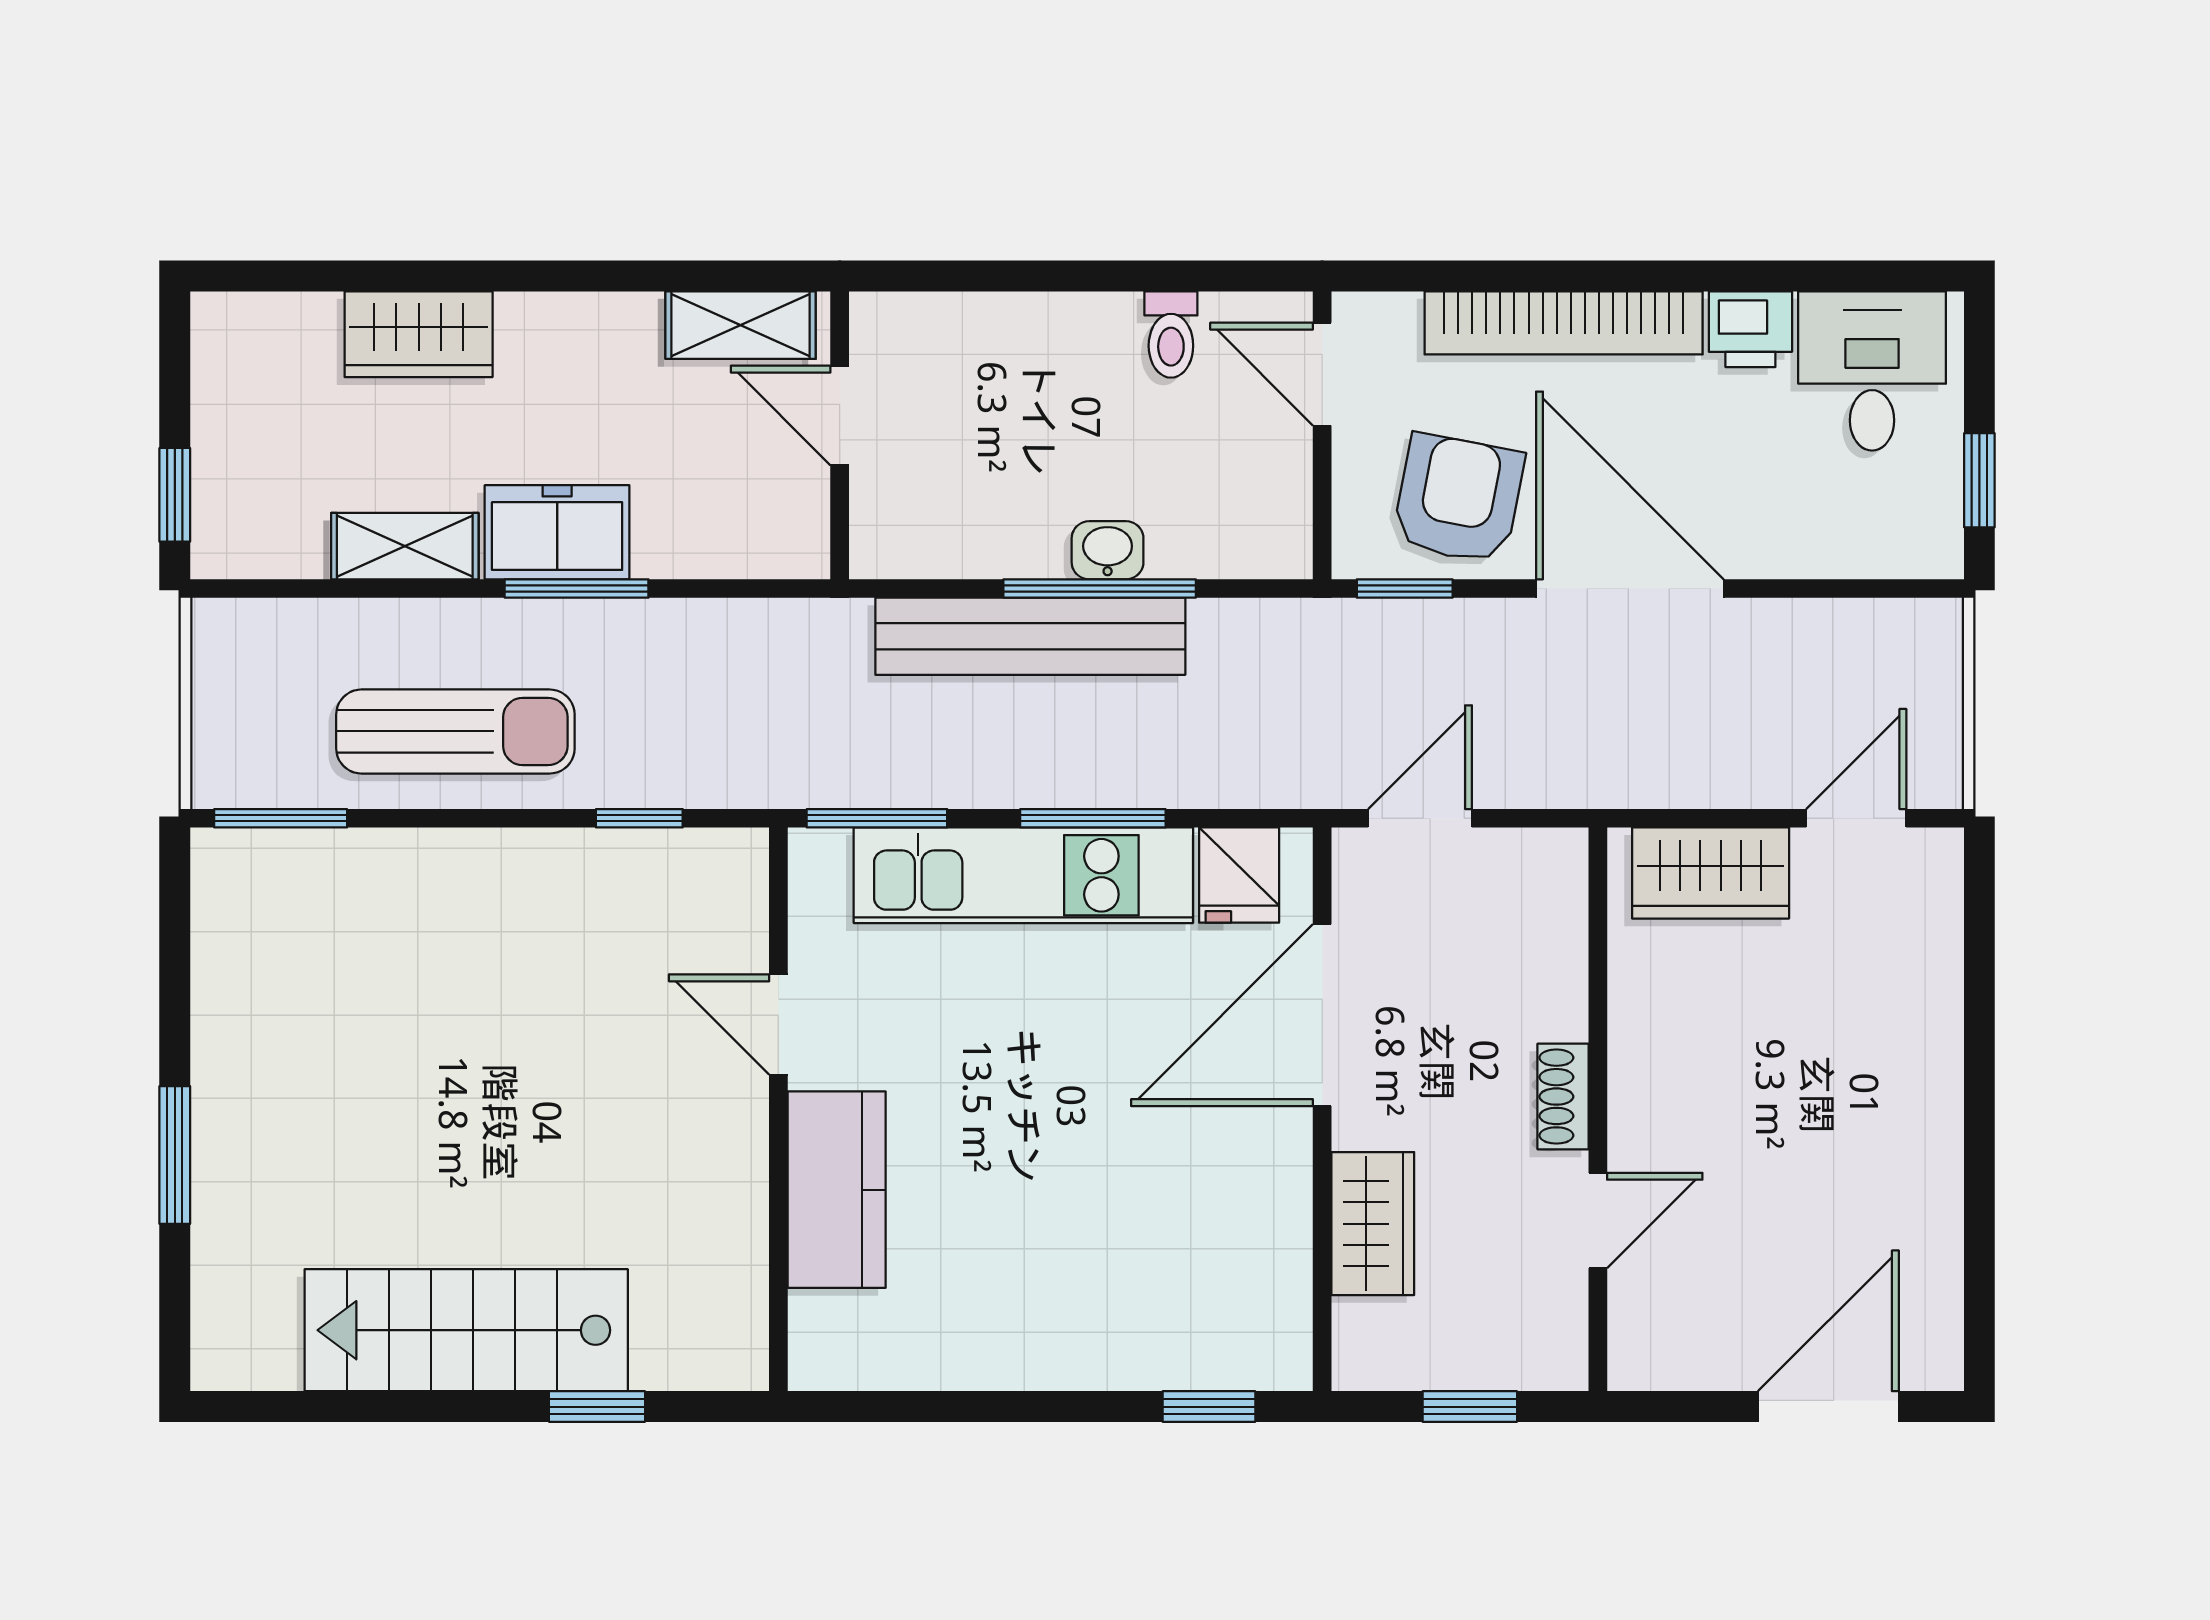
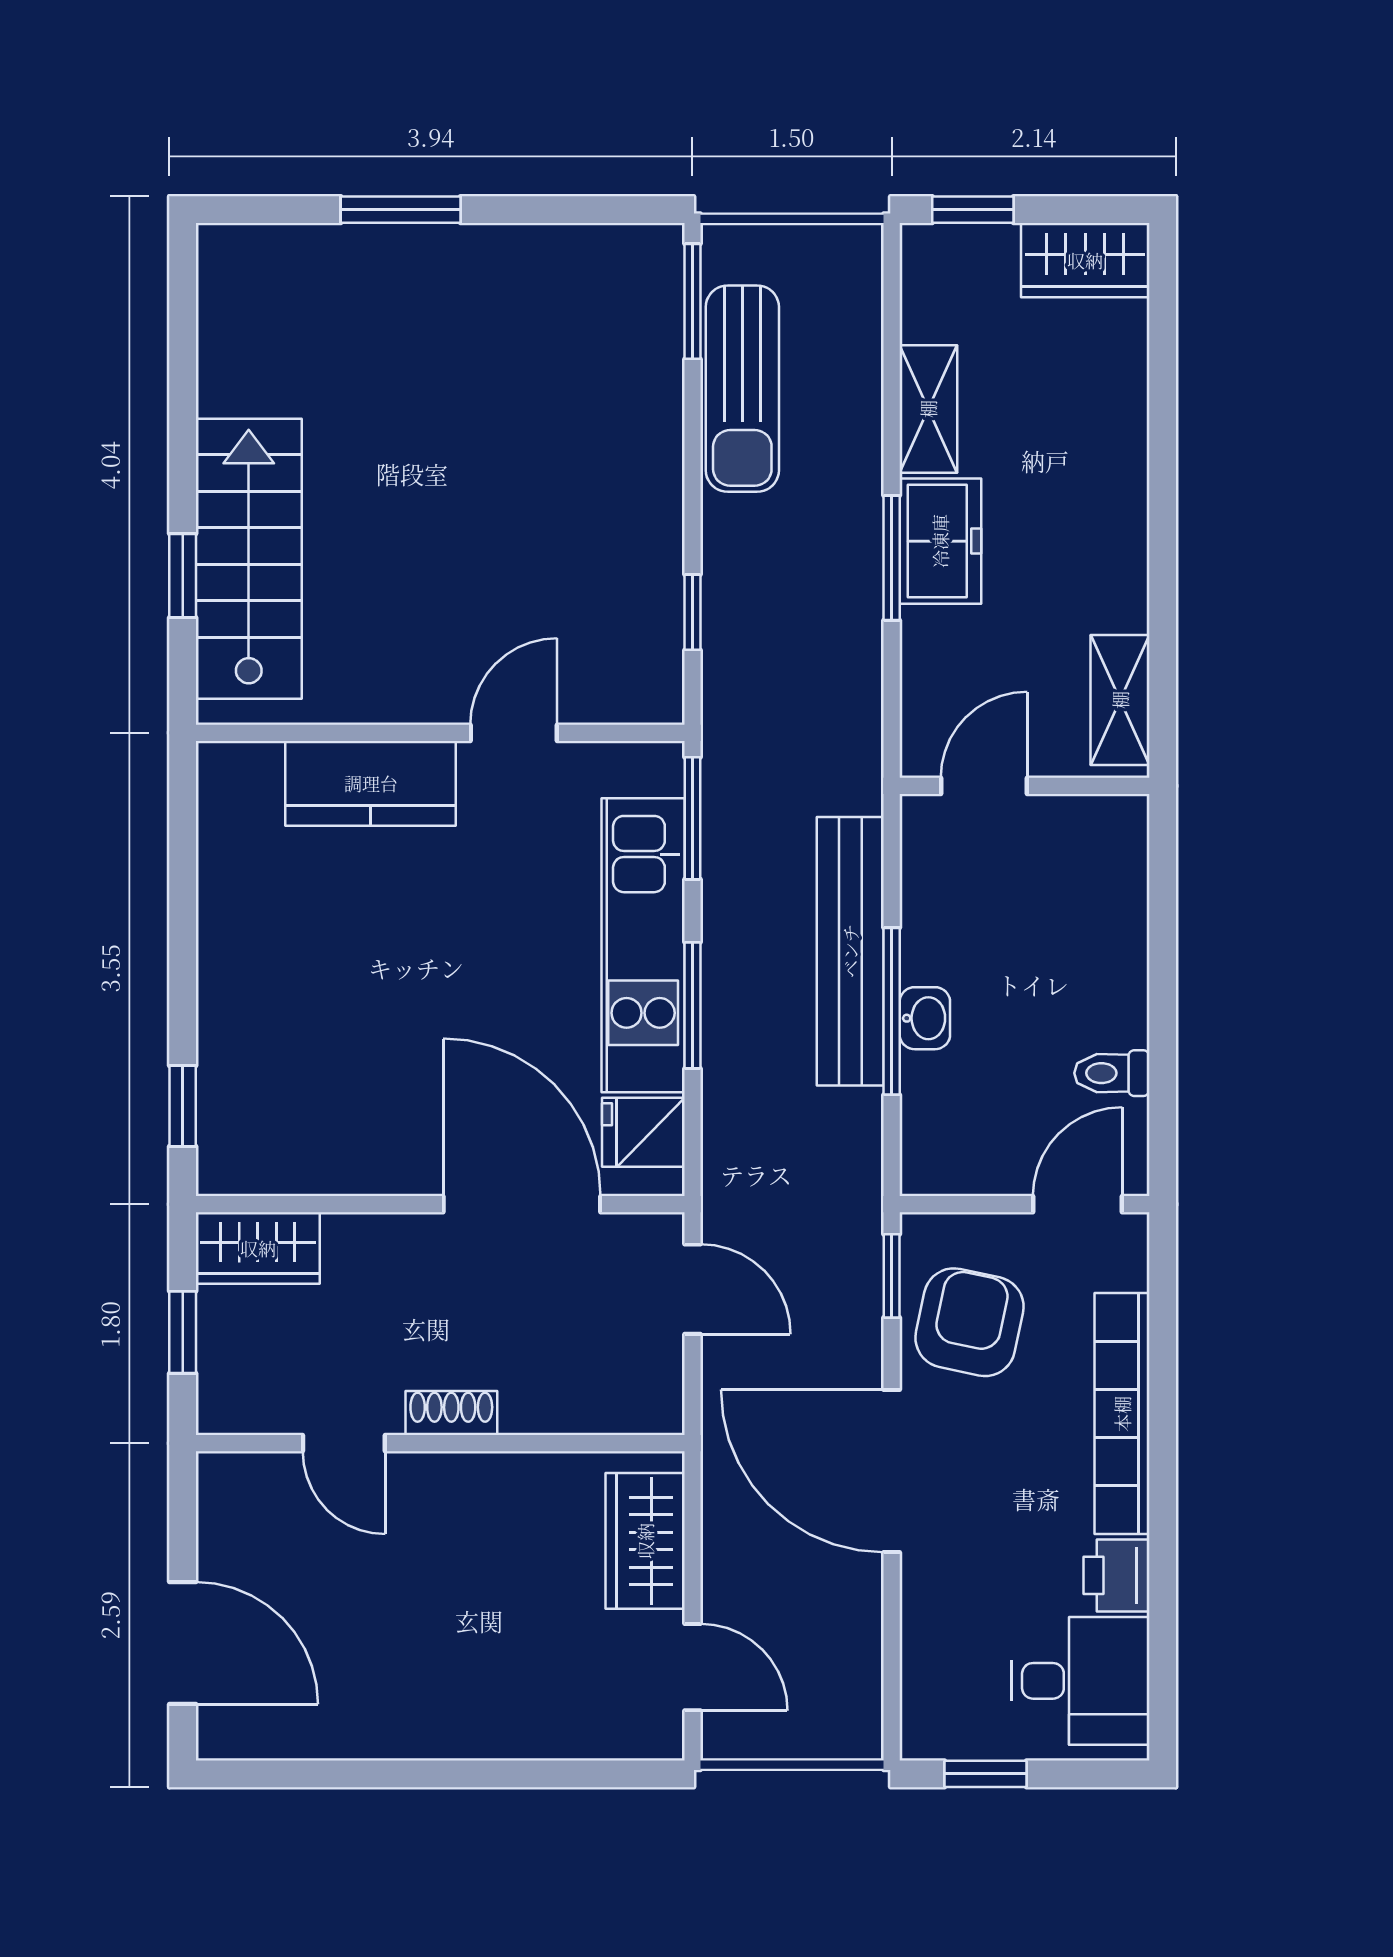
wardrobe: (419, 334) -> (1085, 260), moved, turned -90
door: (840, 416) -> (984, 786), moved
armchair: (1458, 499) -> (969, 1322), turned -89
door: (1630, 588) -> (892, 1471), swing flipped
sun lounger: (455, 731) -> (742, 389), moved
wardrobe: (1373, 1224) -> (258, 1248), moved
stairs: (466, 1330) -> (249, 559), moved

